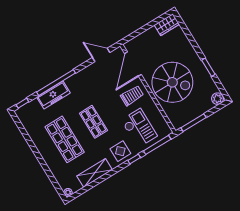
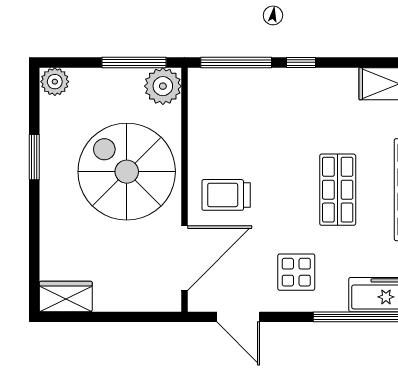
plant: (178, 121) -> (163, 86), added
checkout: (139, 128) -> (252, 120), removed
display table: (120, 151) -> (296, 272), moved

